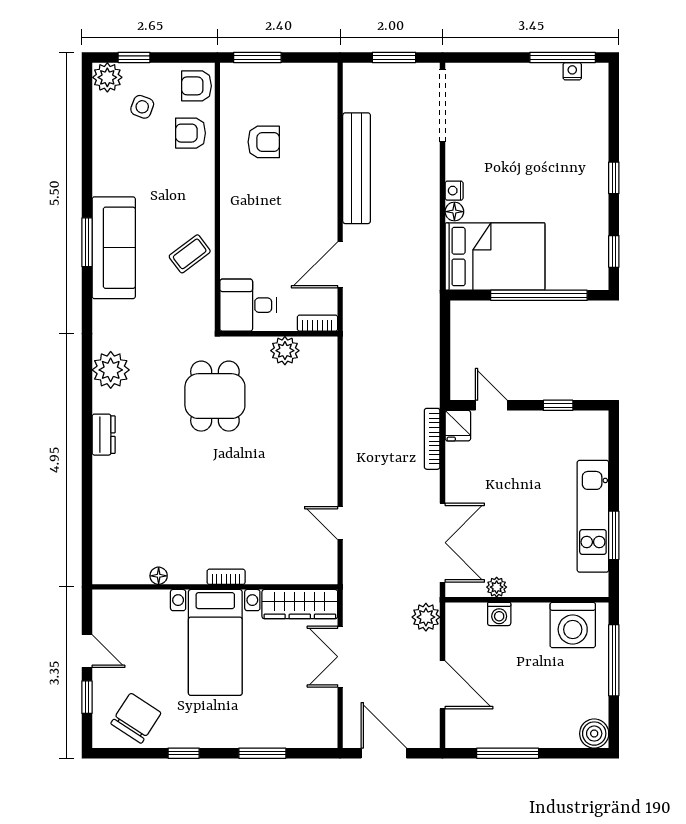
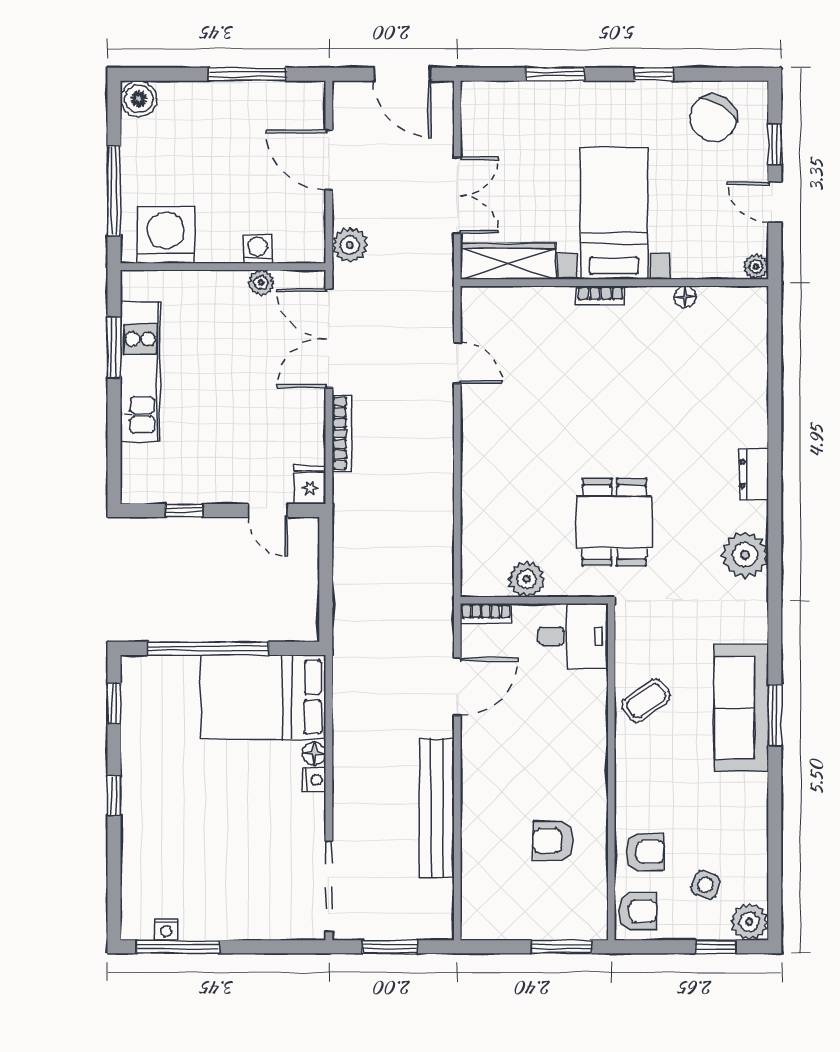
bookcase: (432, 439) -> (342, 433), moved
plant: (102, 600) -> (756, 267), added

